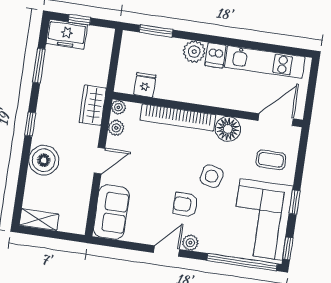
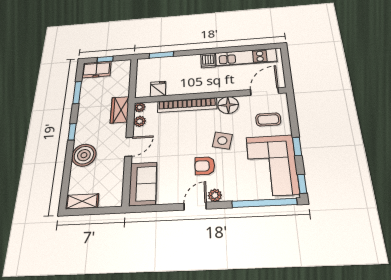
plant: (194, 52) -> (192, 61), removed

